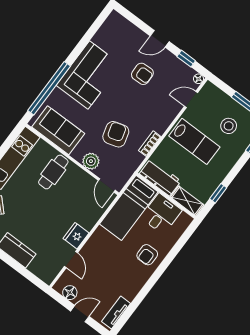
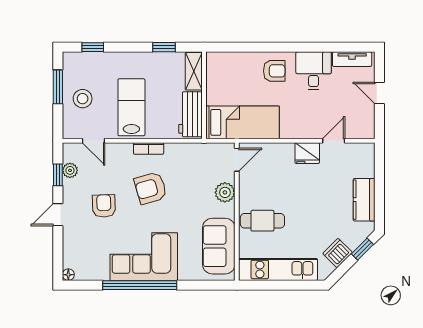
door: (160, 39) -> (58, 215), swing flipped
plant: (183, 69) -> (70, 170), added
floor lamp: (199, 79) -> (68, 275), moved
window: (49, 88) -> (140, 285), moved
stool: (229, 126) -> (83, 99), moved
armchair: (116, 134) -> (150, 188), moved
bookcase: (150, 144) -> (149, 149), moved
desk: (161, 214) -> (314, 71), moved, turned 90
floor lamp: (70, 293) -> (366, 118), removed

